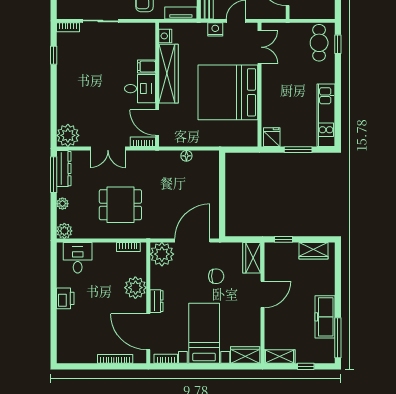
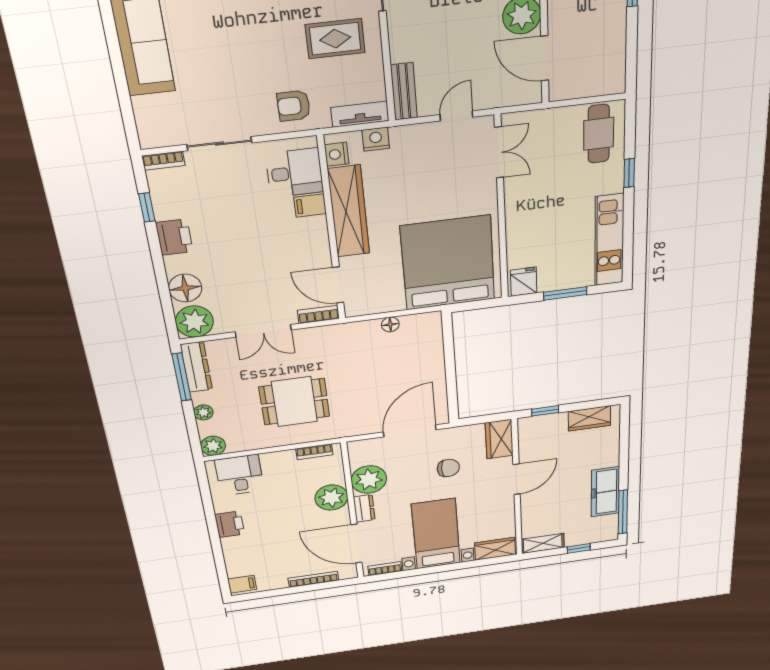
nightstand: (215, 29) -> (376, 139), moved
window: (338, 44) -> (629, 173), moved
printer: (66, 76) -> (174, 237), added
desk: (140, 89) -> (295, 173), moved
bed: (228, 92) -> (448, 263), moved, turned 90
floor lamp: (66, 111) -> (185, 288), added
plant: (162, 254) -> (369, 480), moved
filing cabinet: (66, 354) -> (242, 584), added

